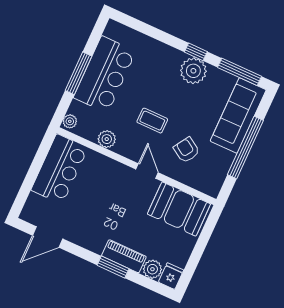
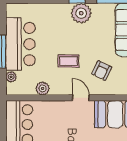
plant: (70, 121) -> (11, 77), moved
armchair: (187, 150) -> (102, 71), turned -96

